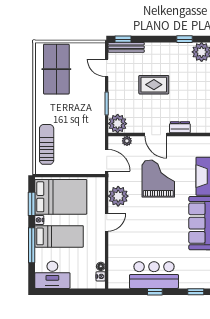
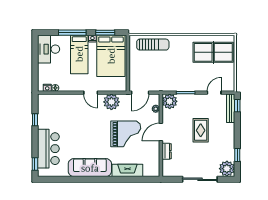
bar counter: (154, 275) -> (48, 149), moved
window: (155, 292) -> (35, 120), moved

